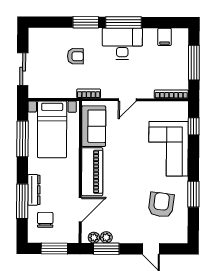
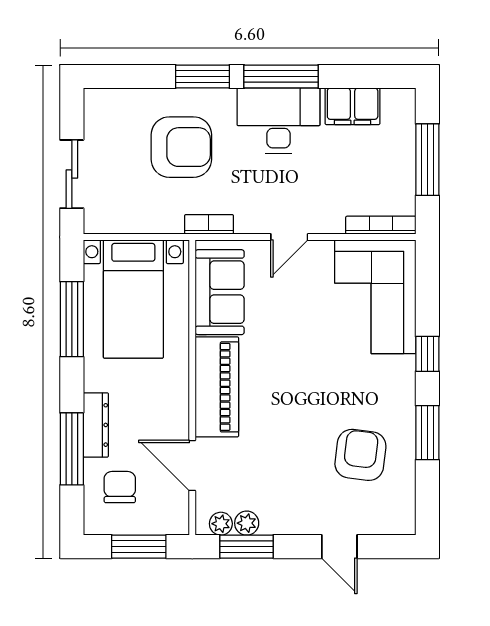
filing cabinet: (165, 37) -> (353, 106), width x2.00
armchair: (75, 56) -> (181, 147), width x1.88, depth x1.88
window: (194, 126) -> (427, 354), moved
corner sofa: (168, 149) -> (375, 297), moved
door: (80, 210) -> (192, 466), swing flipped

